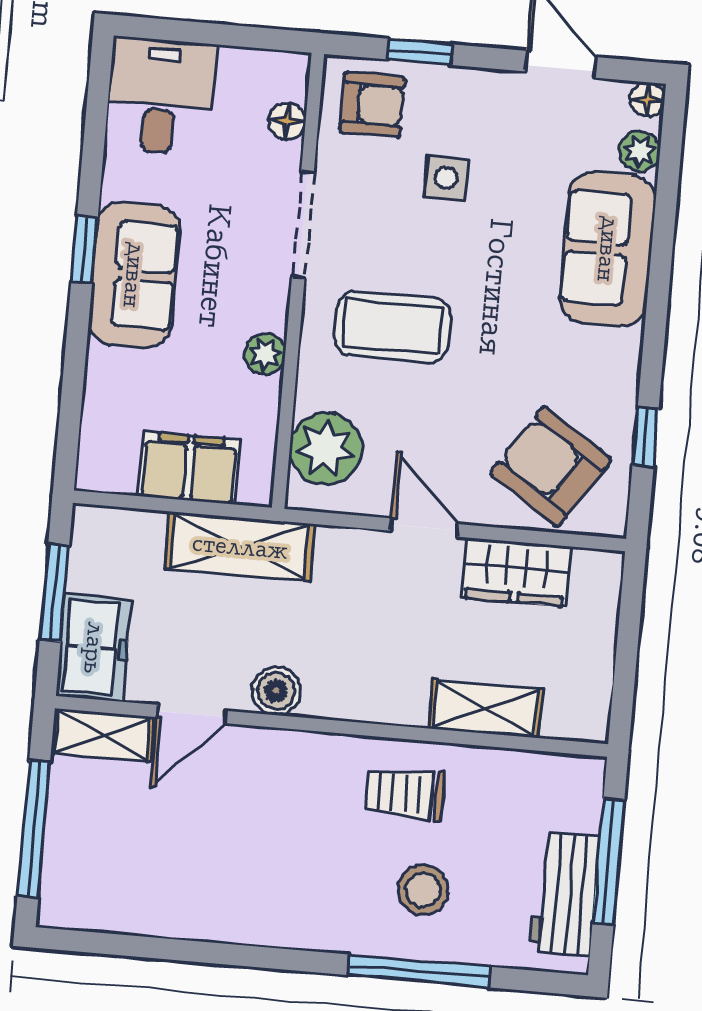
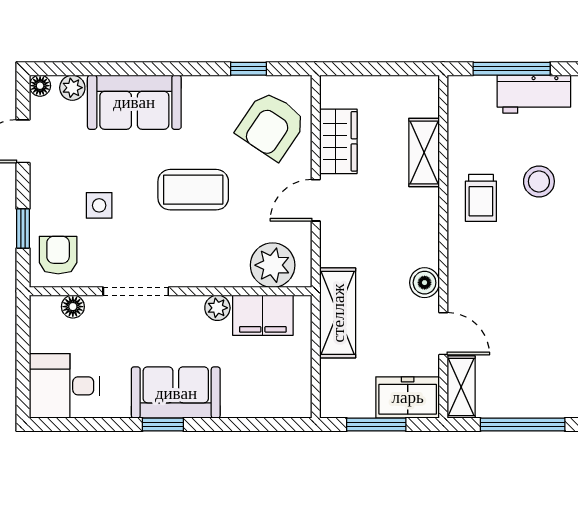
coffee table: (393, 327) -> (193, 190), moved, turned 90
filing cabinet: (189, 468) -> (263, 315), moved, turned -90

